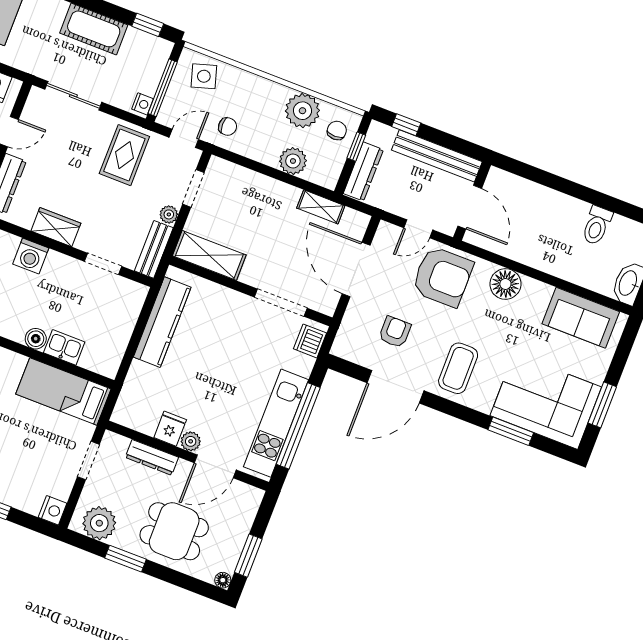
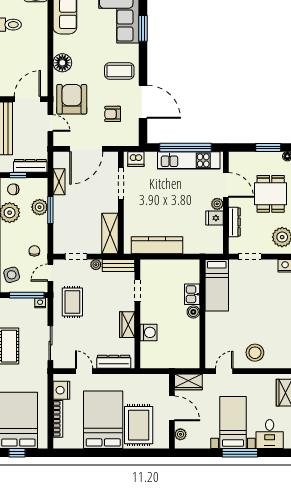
door: (184, 138) -> (50, 273), hinge flipped
rug: (124, 155) -> (72, 302), turned 90
window: (282, 176) -> (50, 210), added

